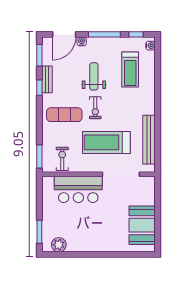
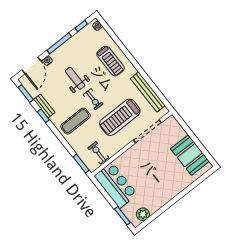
treadmill: (130, 69) -> (110, 61), moved
bar counter: (78, 189) -> (116, 185), moved, turned -90

